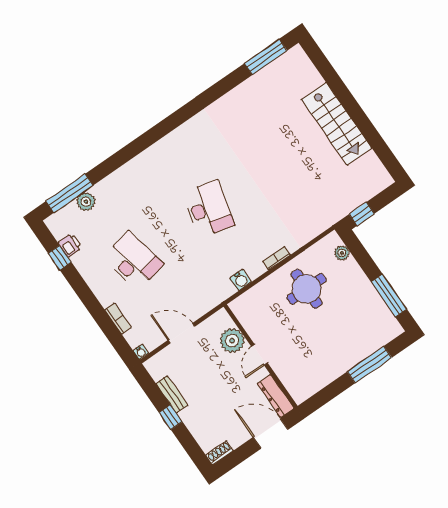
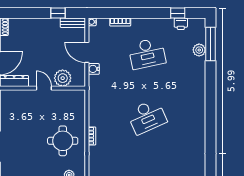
desk: (208, 209) -> (147, 117), turned -39
water cooler: (241, 280) -> (94, 69), moved
door: (181, 333) -> (87, 52), swing flipped
bench: (172, 394) -> (73, 23), moved
window: (171, 417) -> (58, 13), moved

